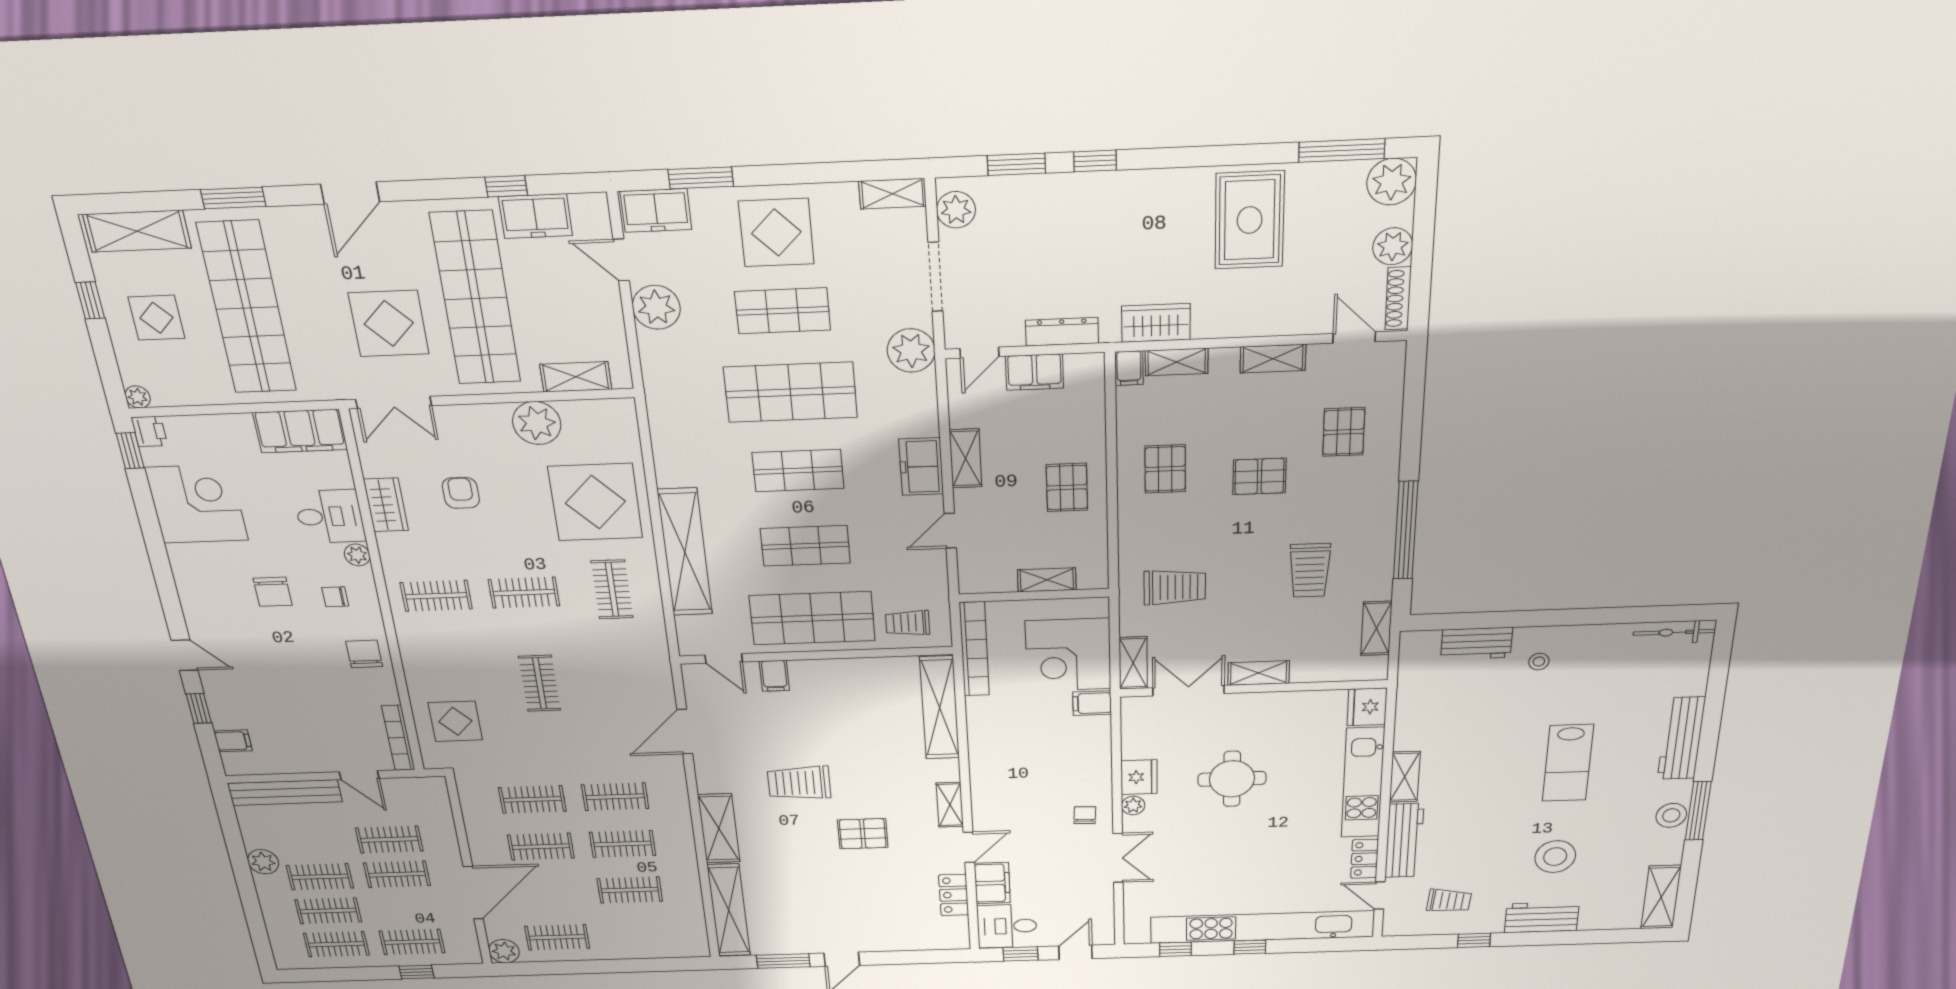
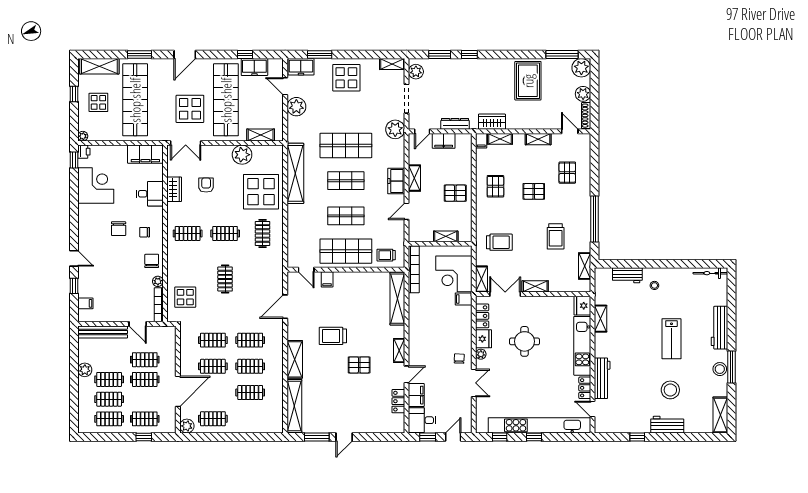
shop shelf: (783, 311) -> (346, 110), removed
pallet: (1067, 487) -> (455, 193), turned 90
shelving: (685, 552) -> (295, 173), moved
plant: (357, 555) -> (158, 281), moved
locker: (1135, 734) -> (482, 316), added
shelving: (1405, 777) -> (601, 319), moved
trolley: (1449, 901) -> (624, 413), removed

